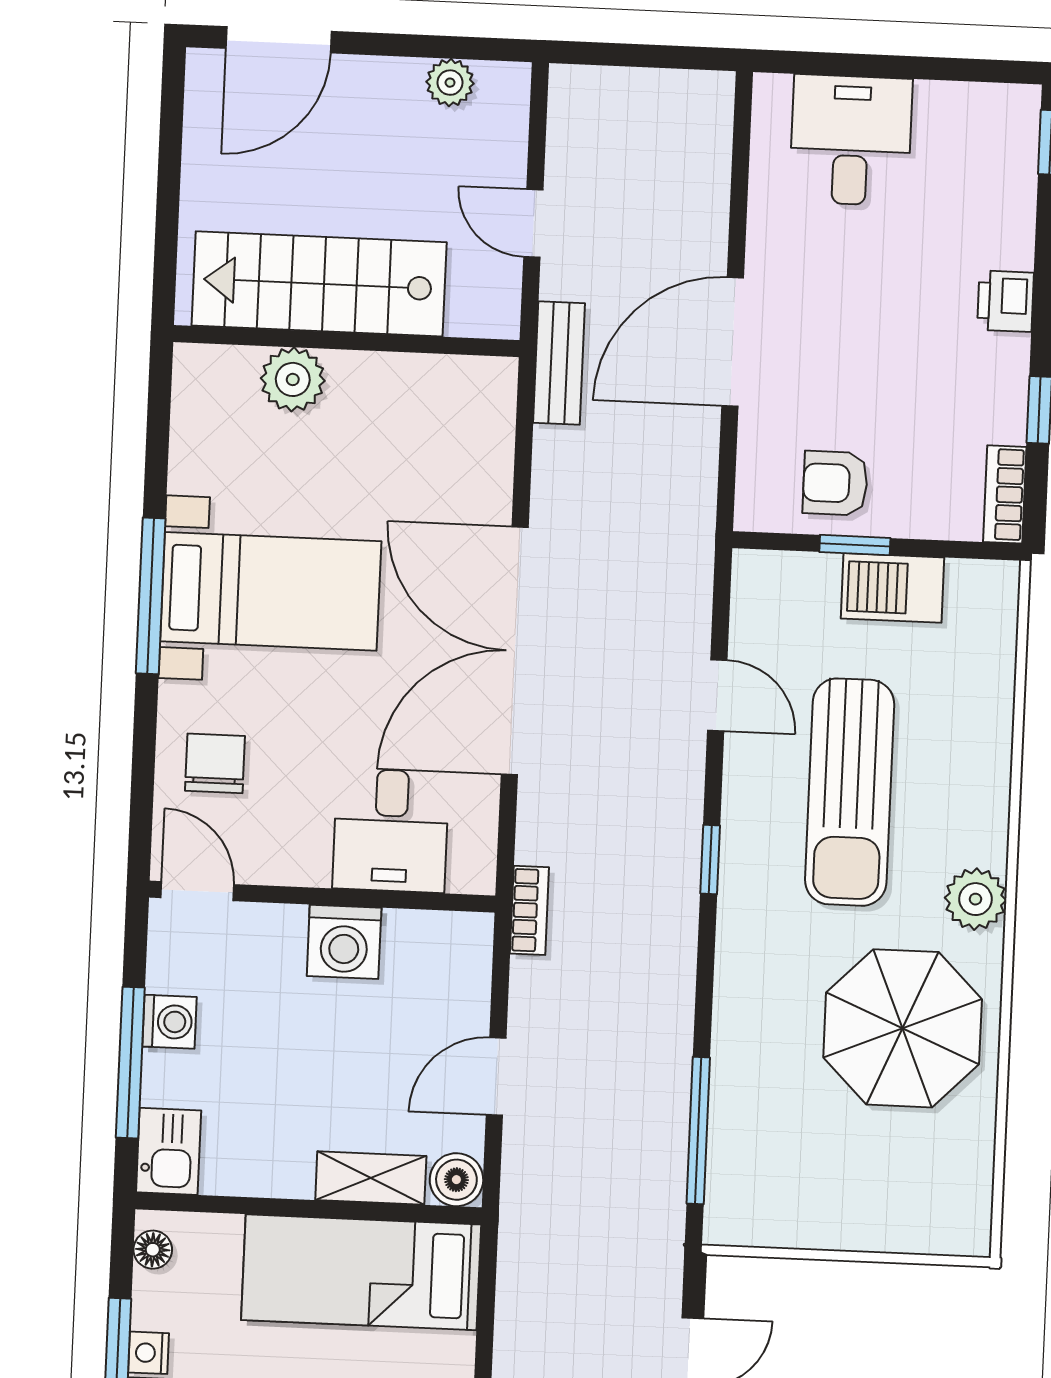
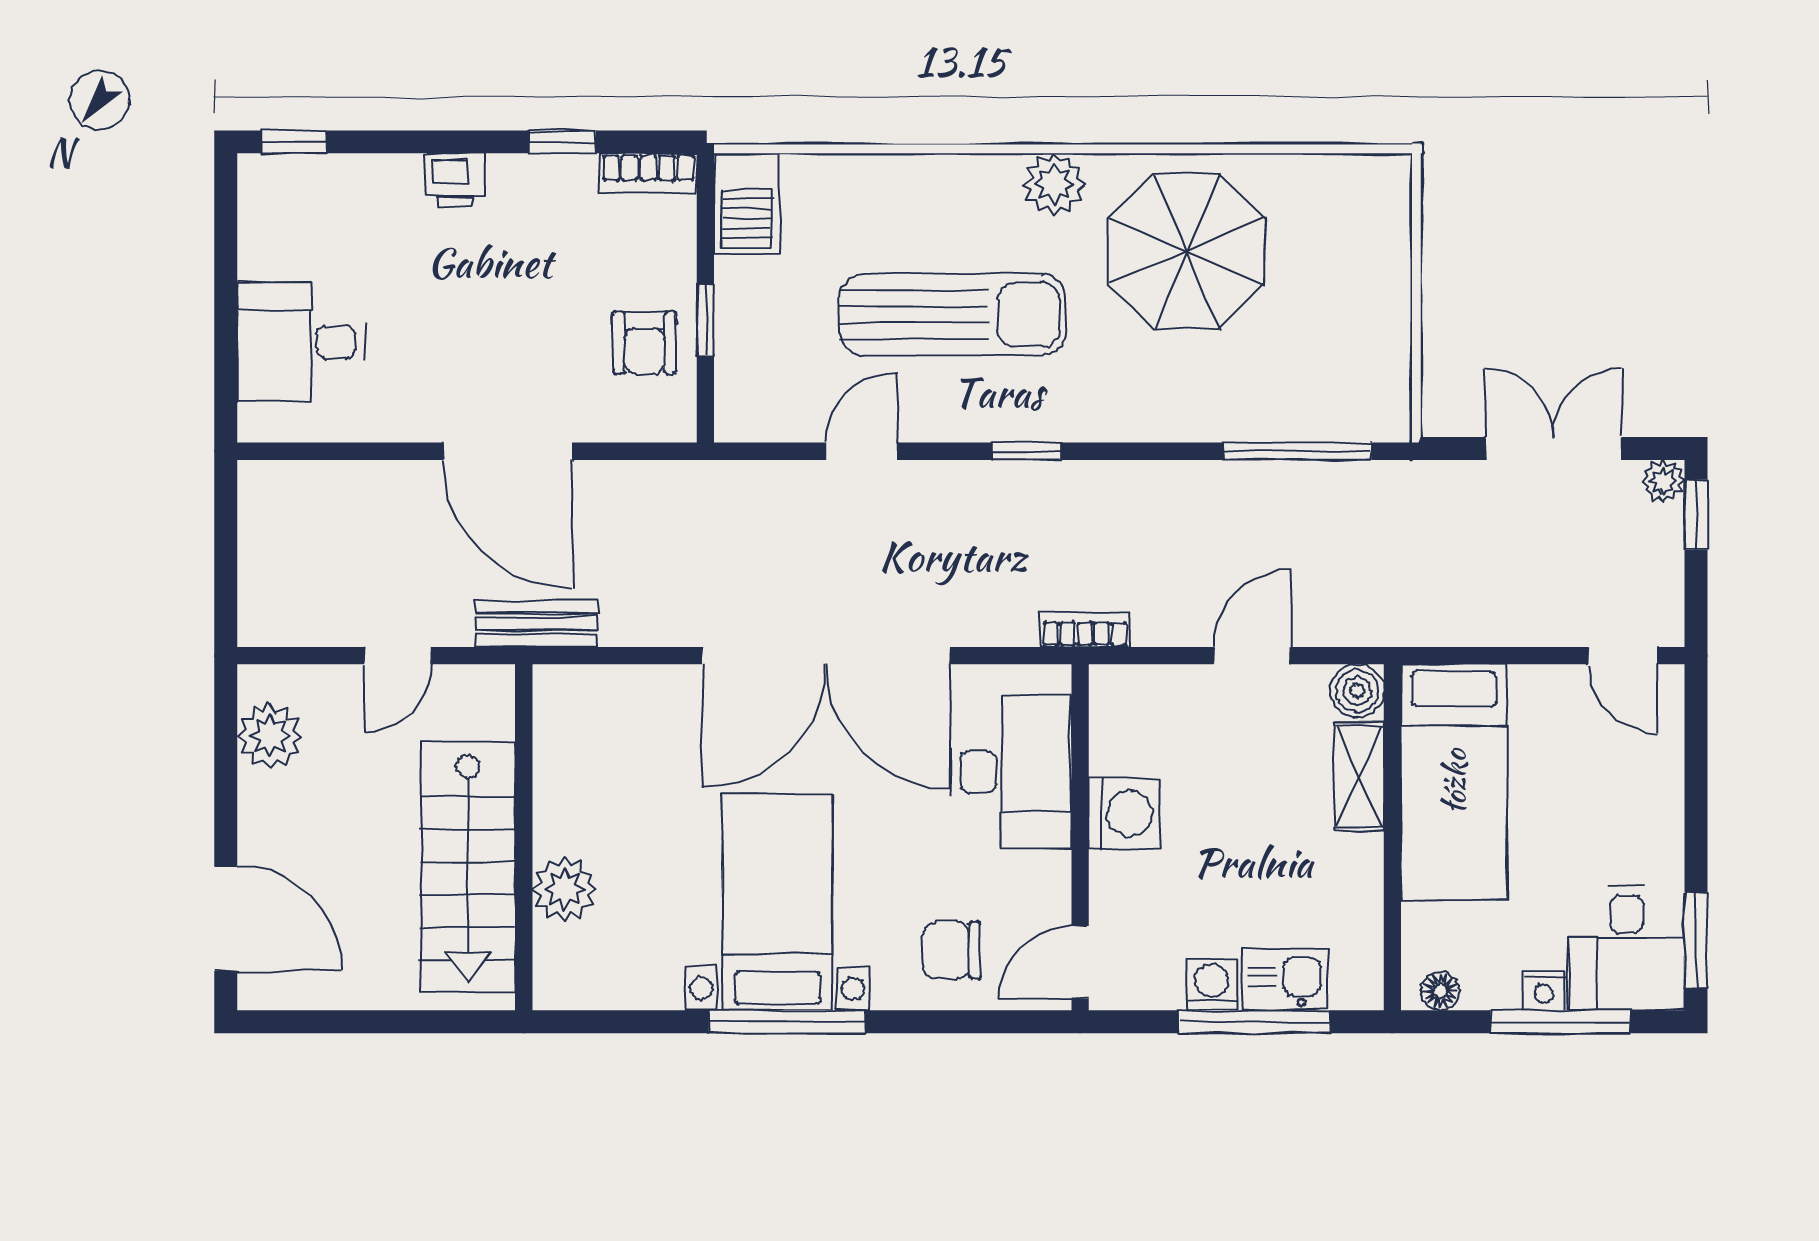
plant: (450, 83) -> (270, 736), width x1.38, depth x1.38
barbecue: (892, 588) -> (747, 204), moved
desk: (391, 831) -> (1011, 772), width x1.37
door: (496, 1077) -> (1252, 656), swing flipped
kitchen sink: (169, 1151) -> (1285, 980), moved

